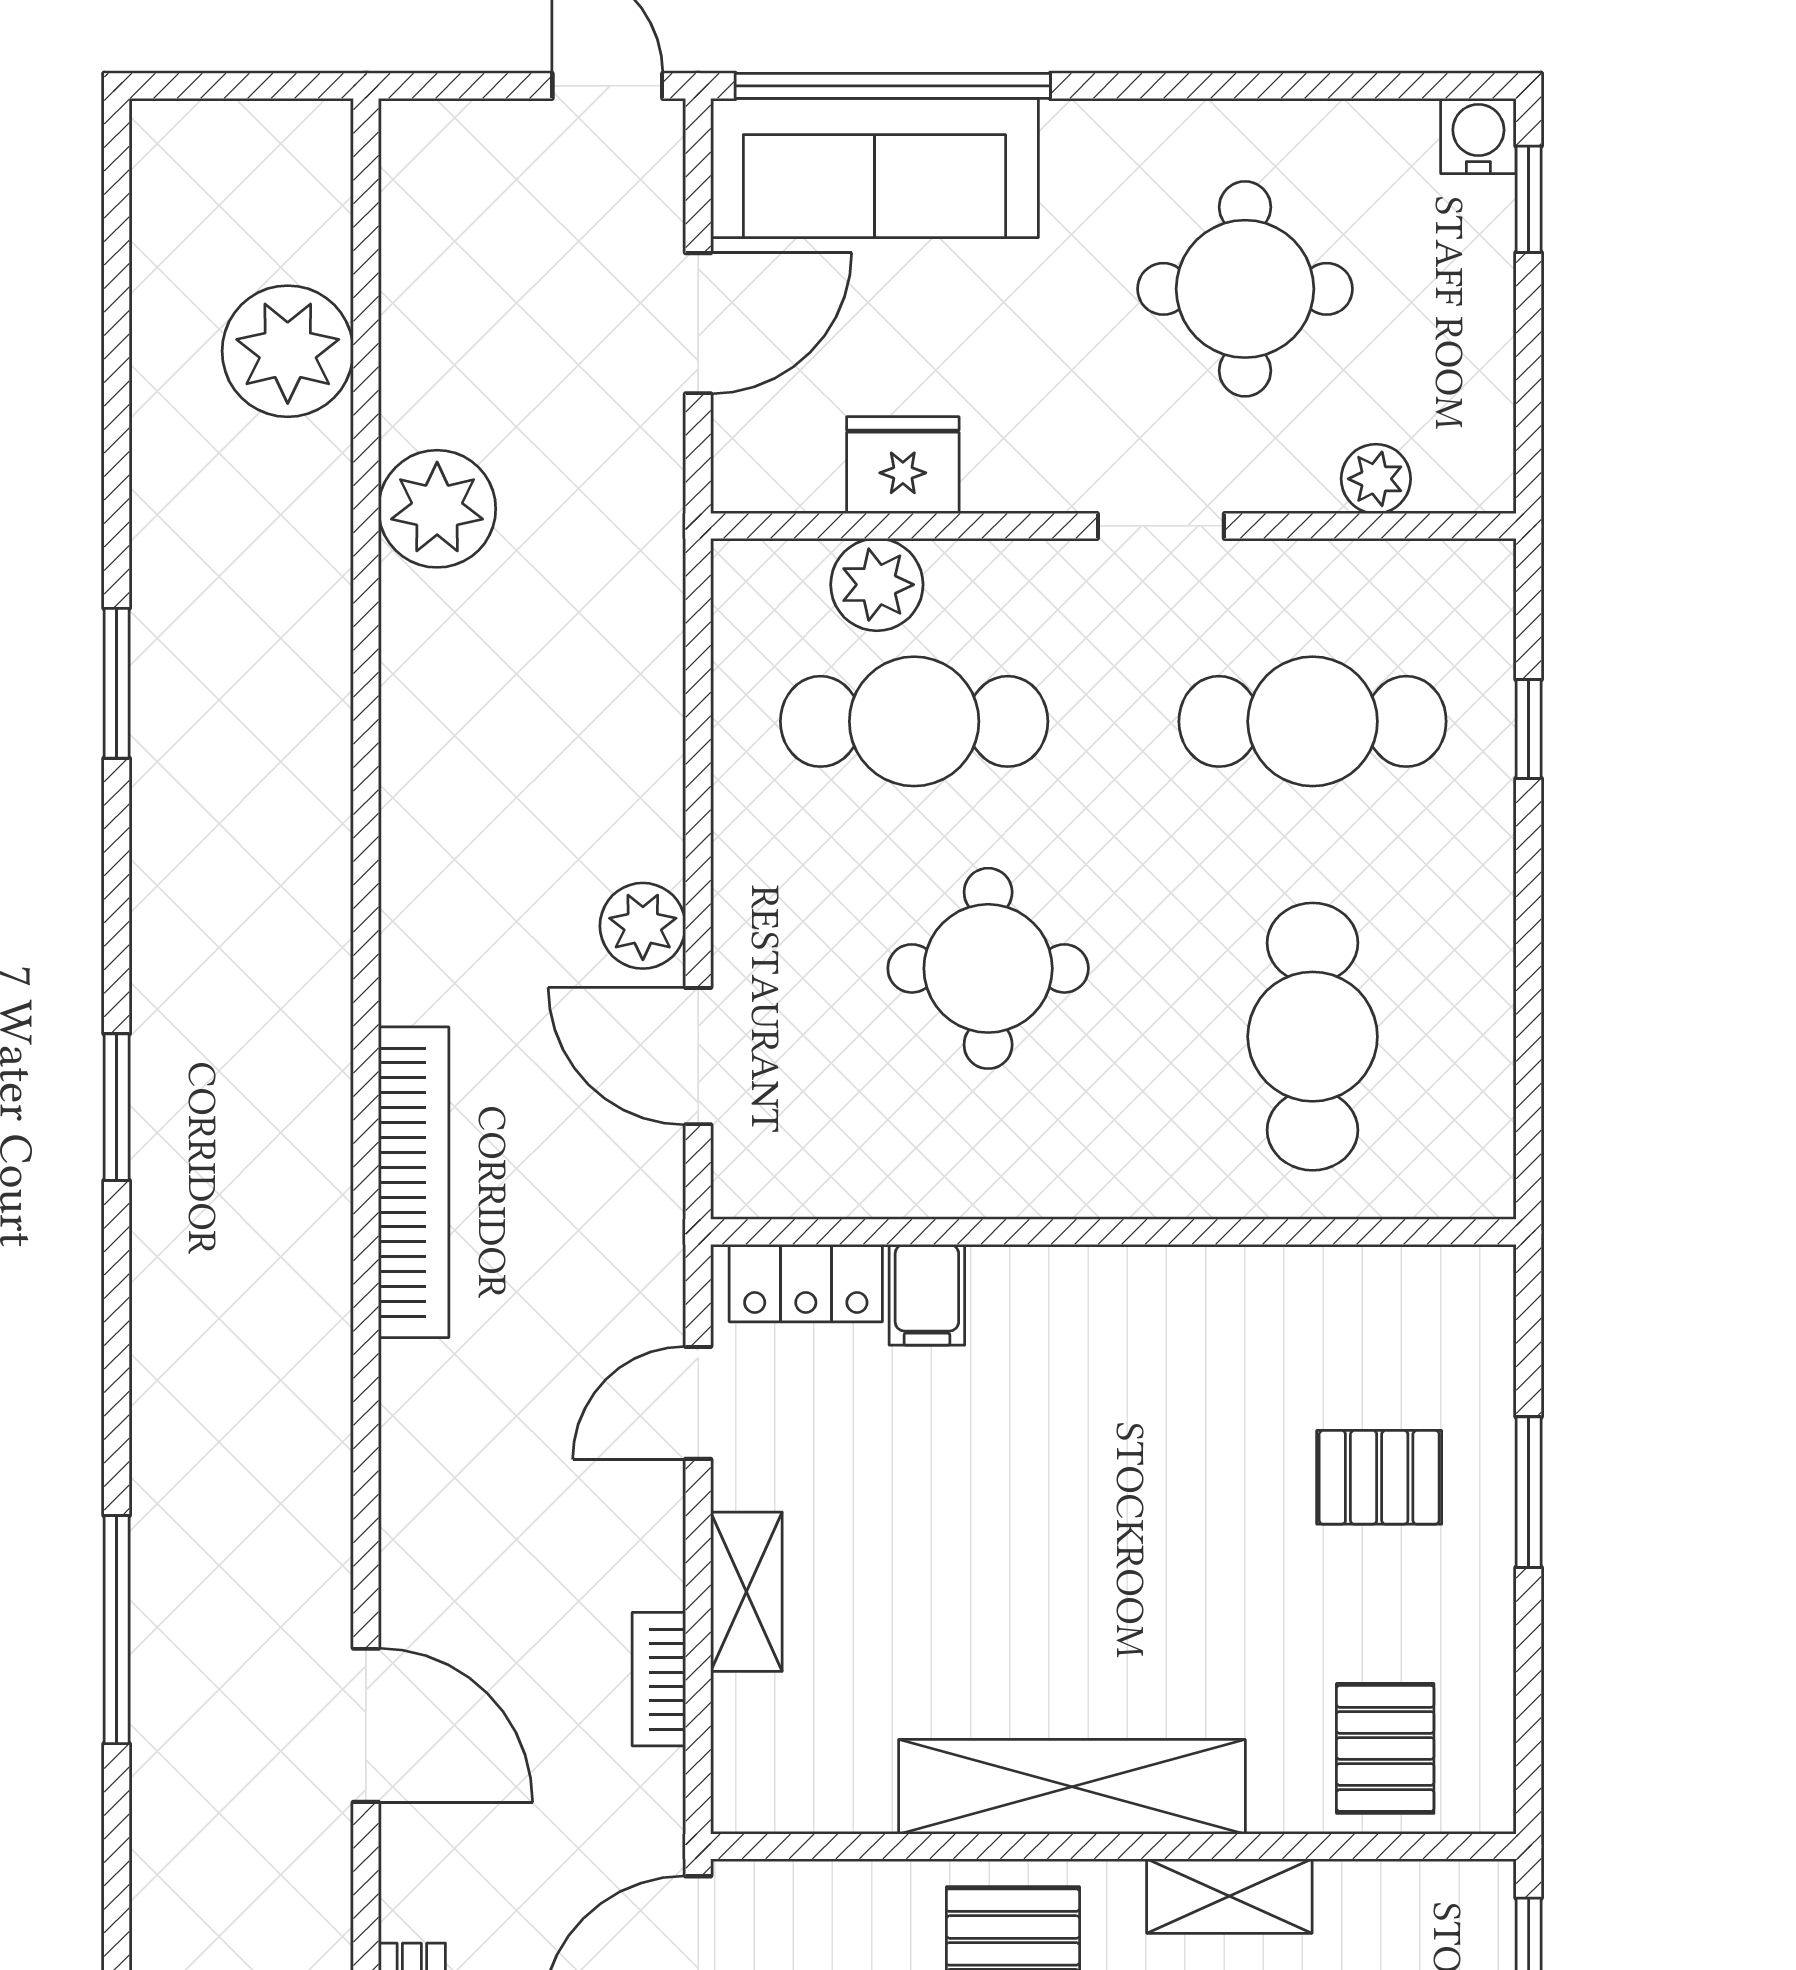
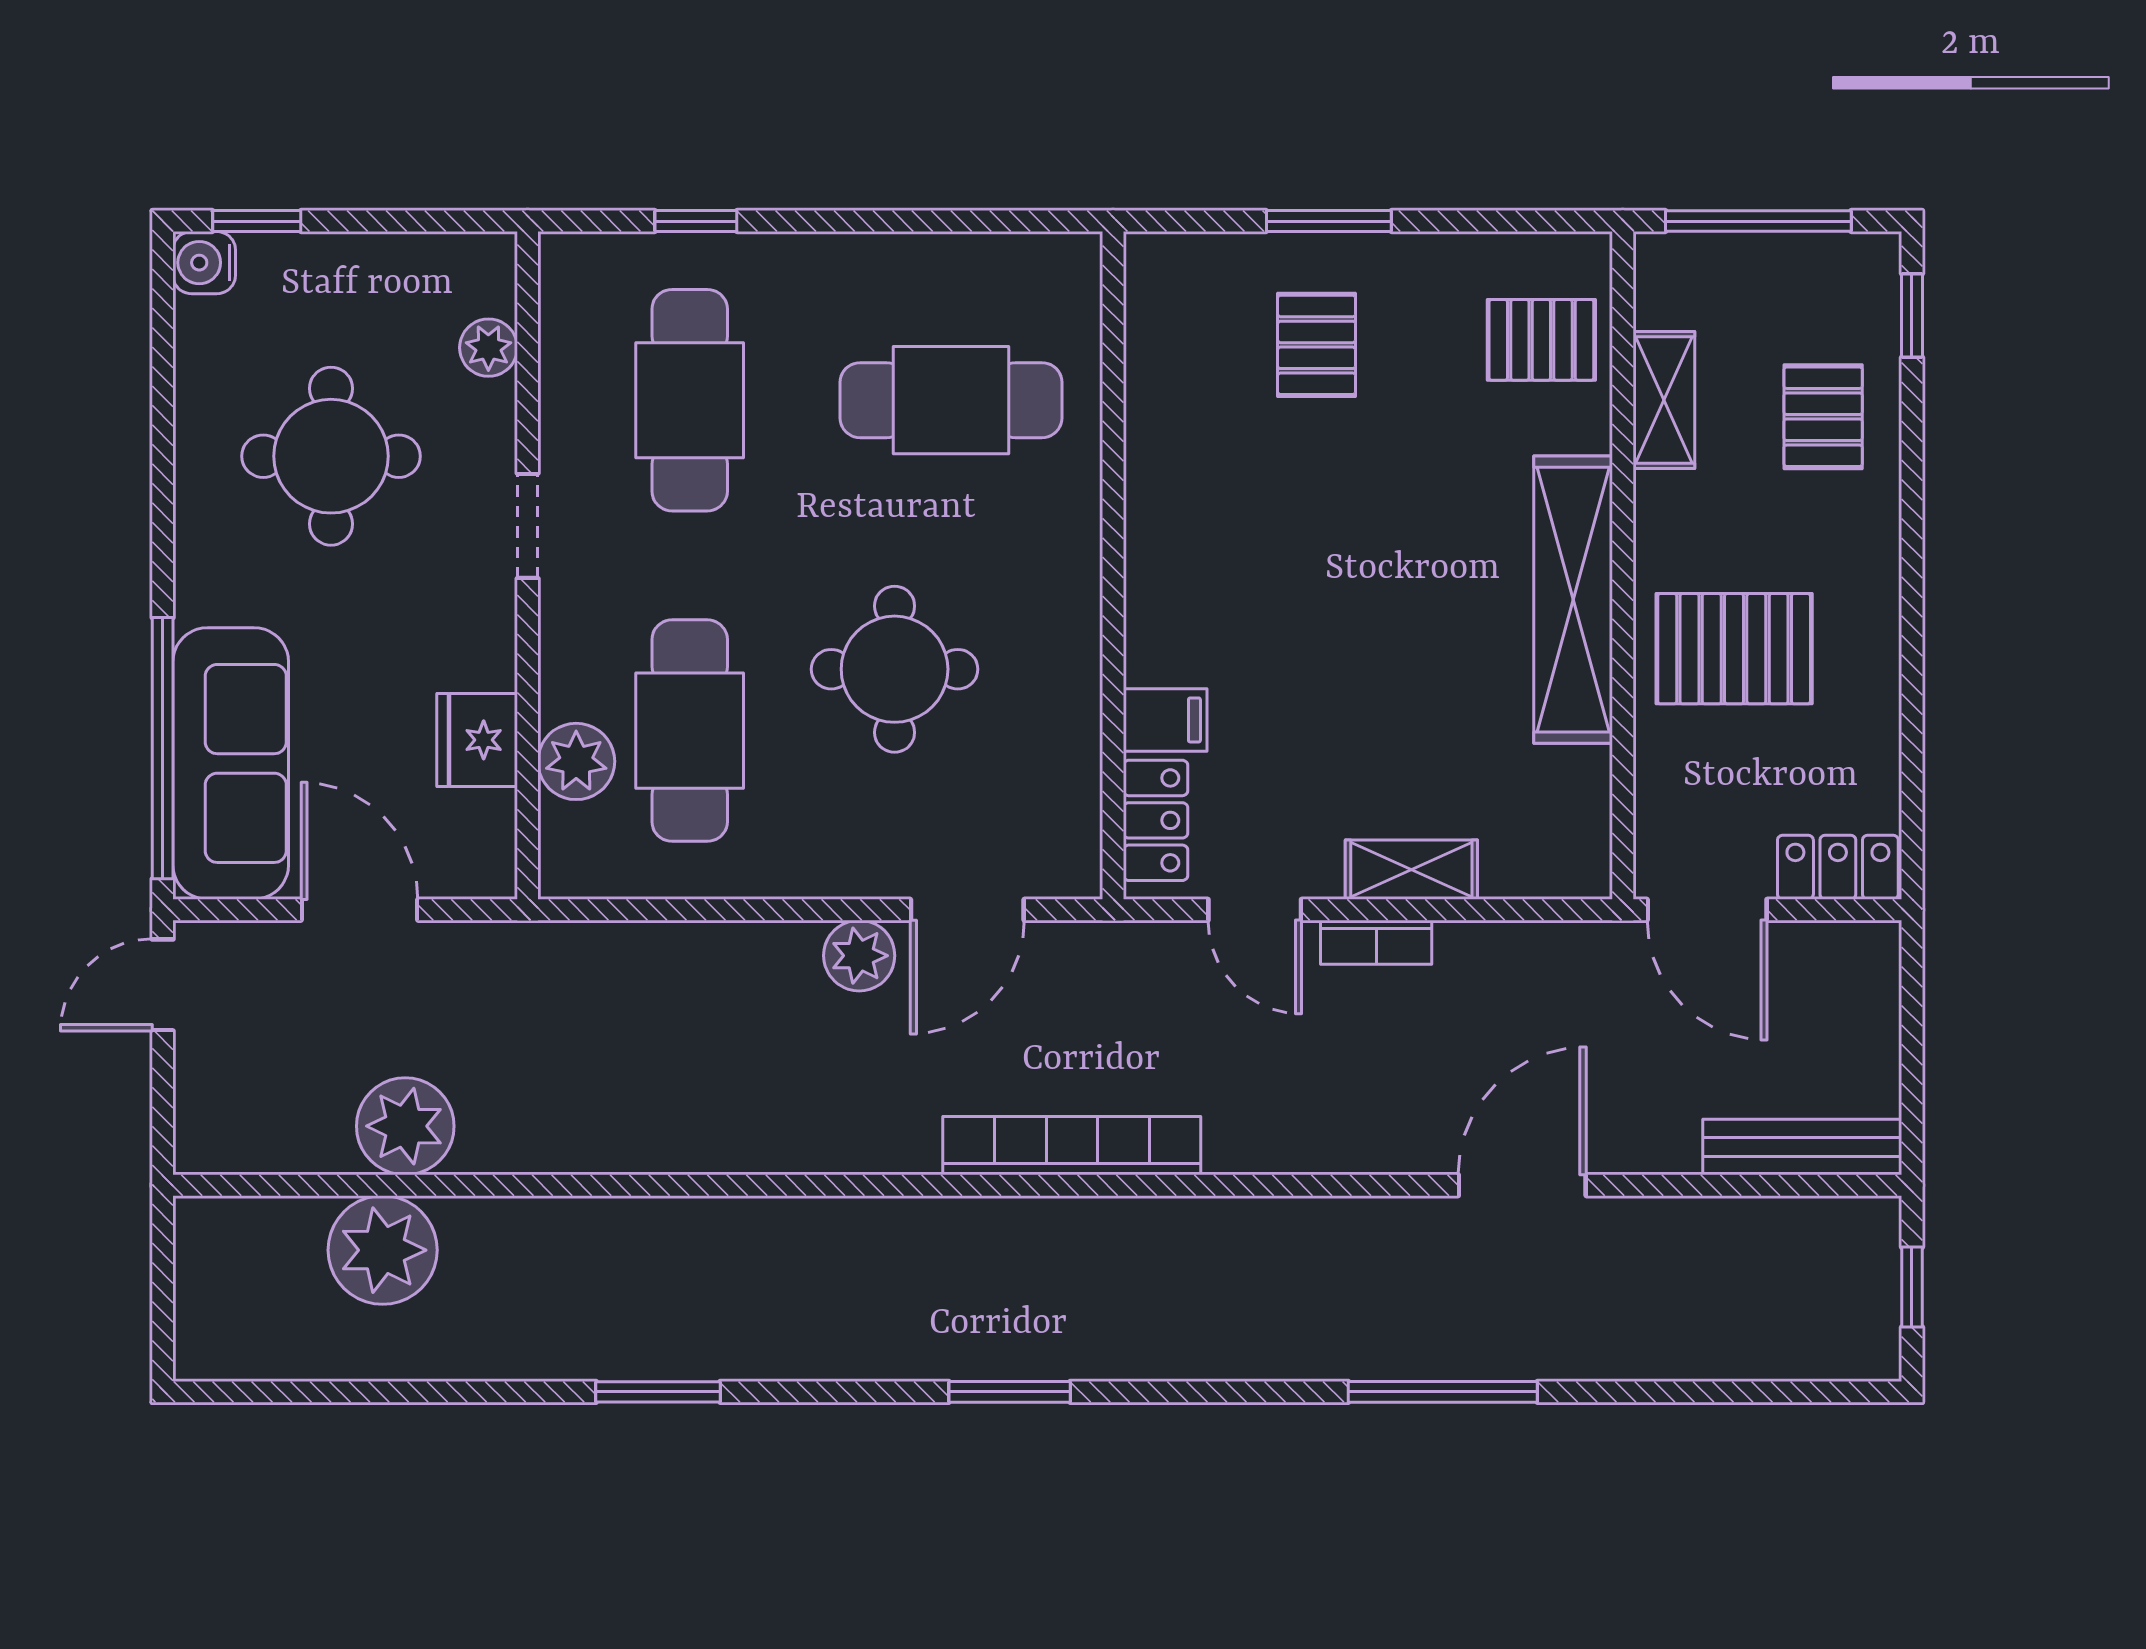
plant: (437, 509) -> (405, 1126), moved
bookcase: (659, 1679) -> (1376, 942), moved
shelving: (1229, 1896) -> (1664, 400), moved

